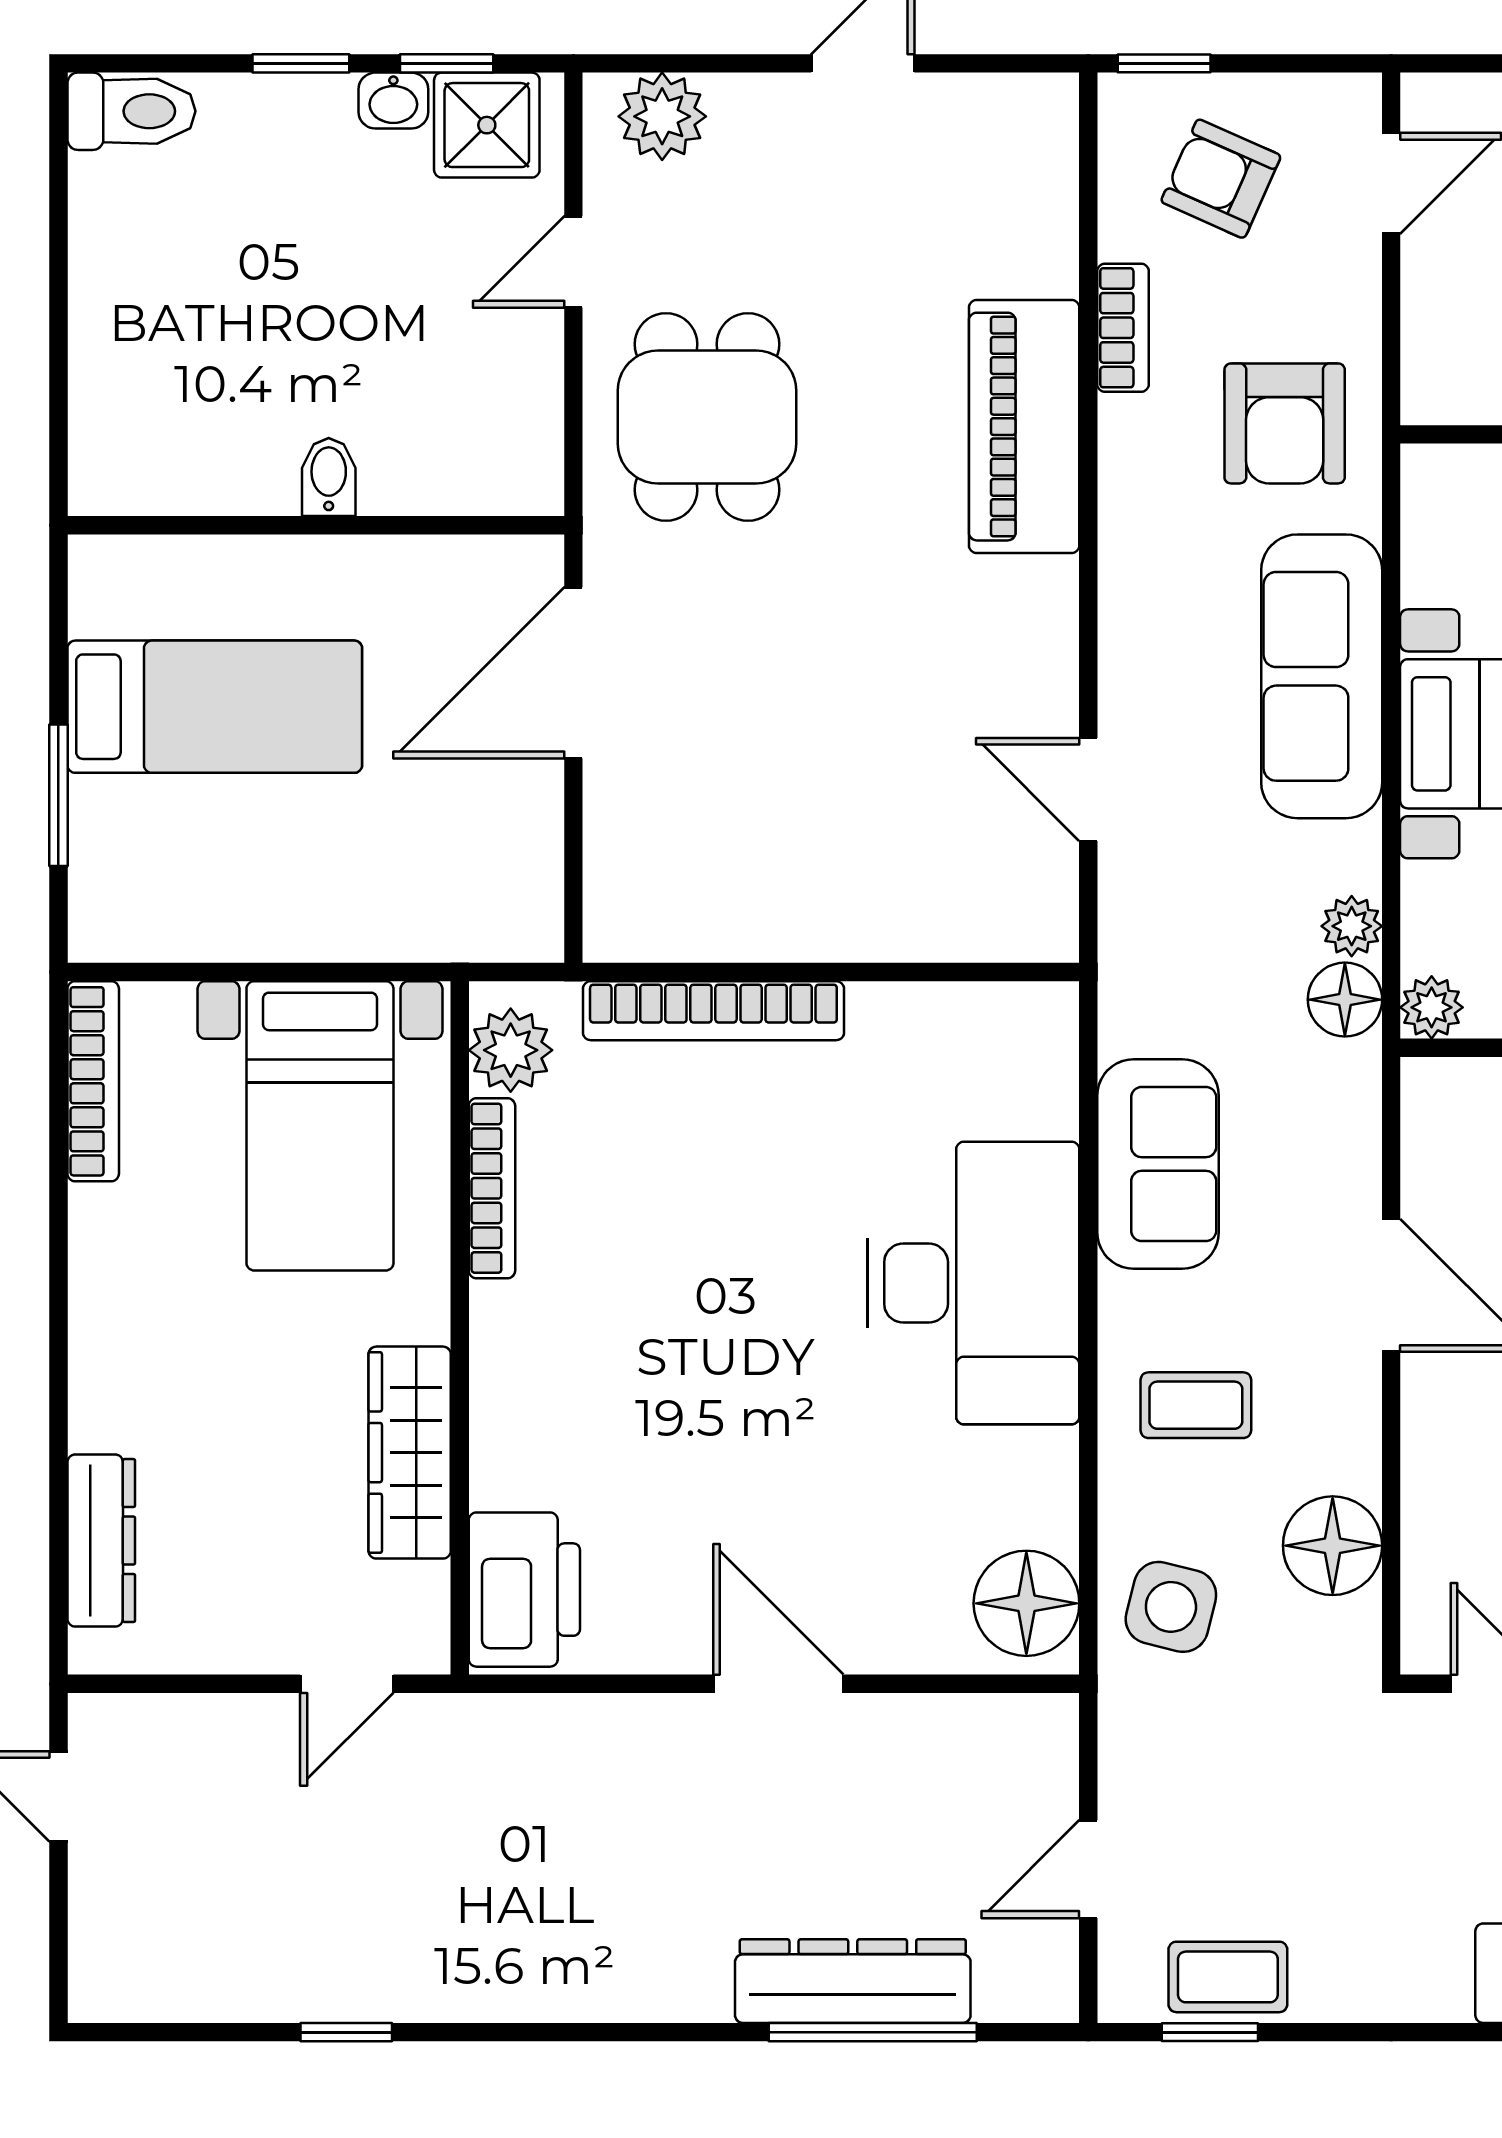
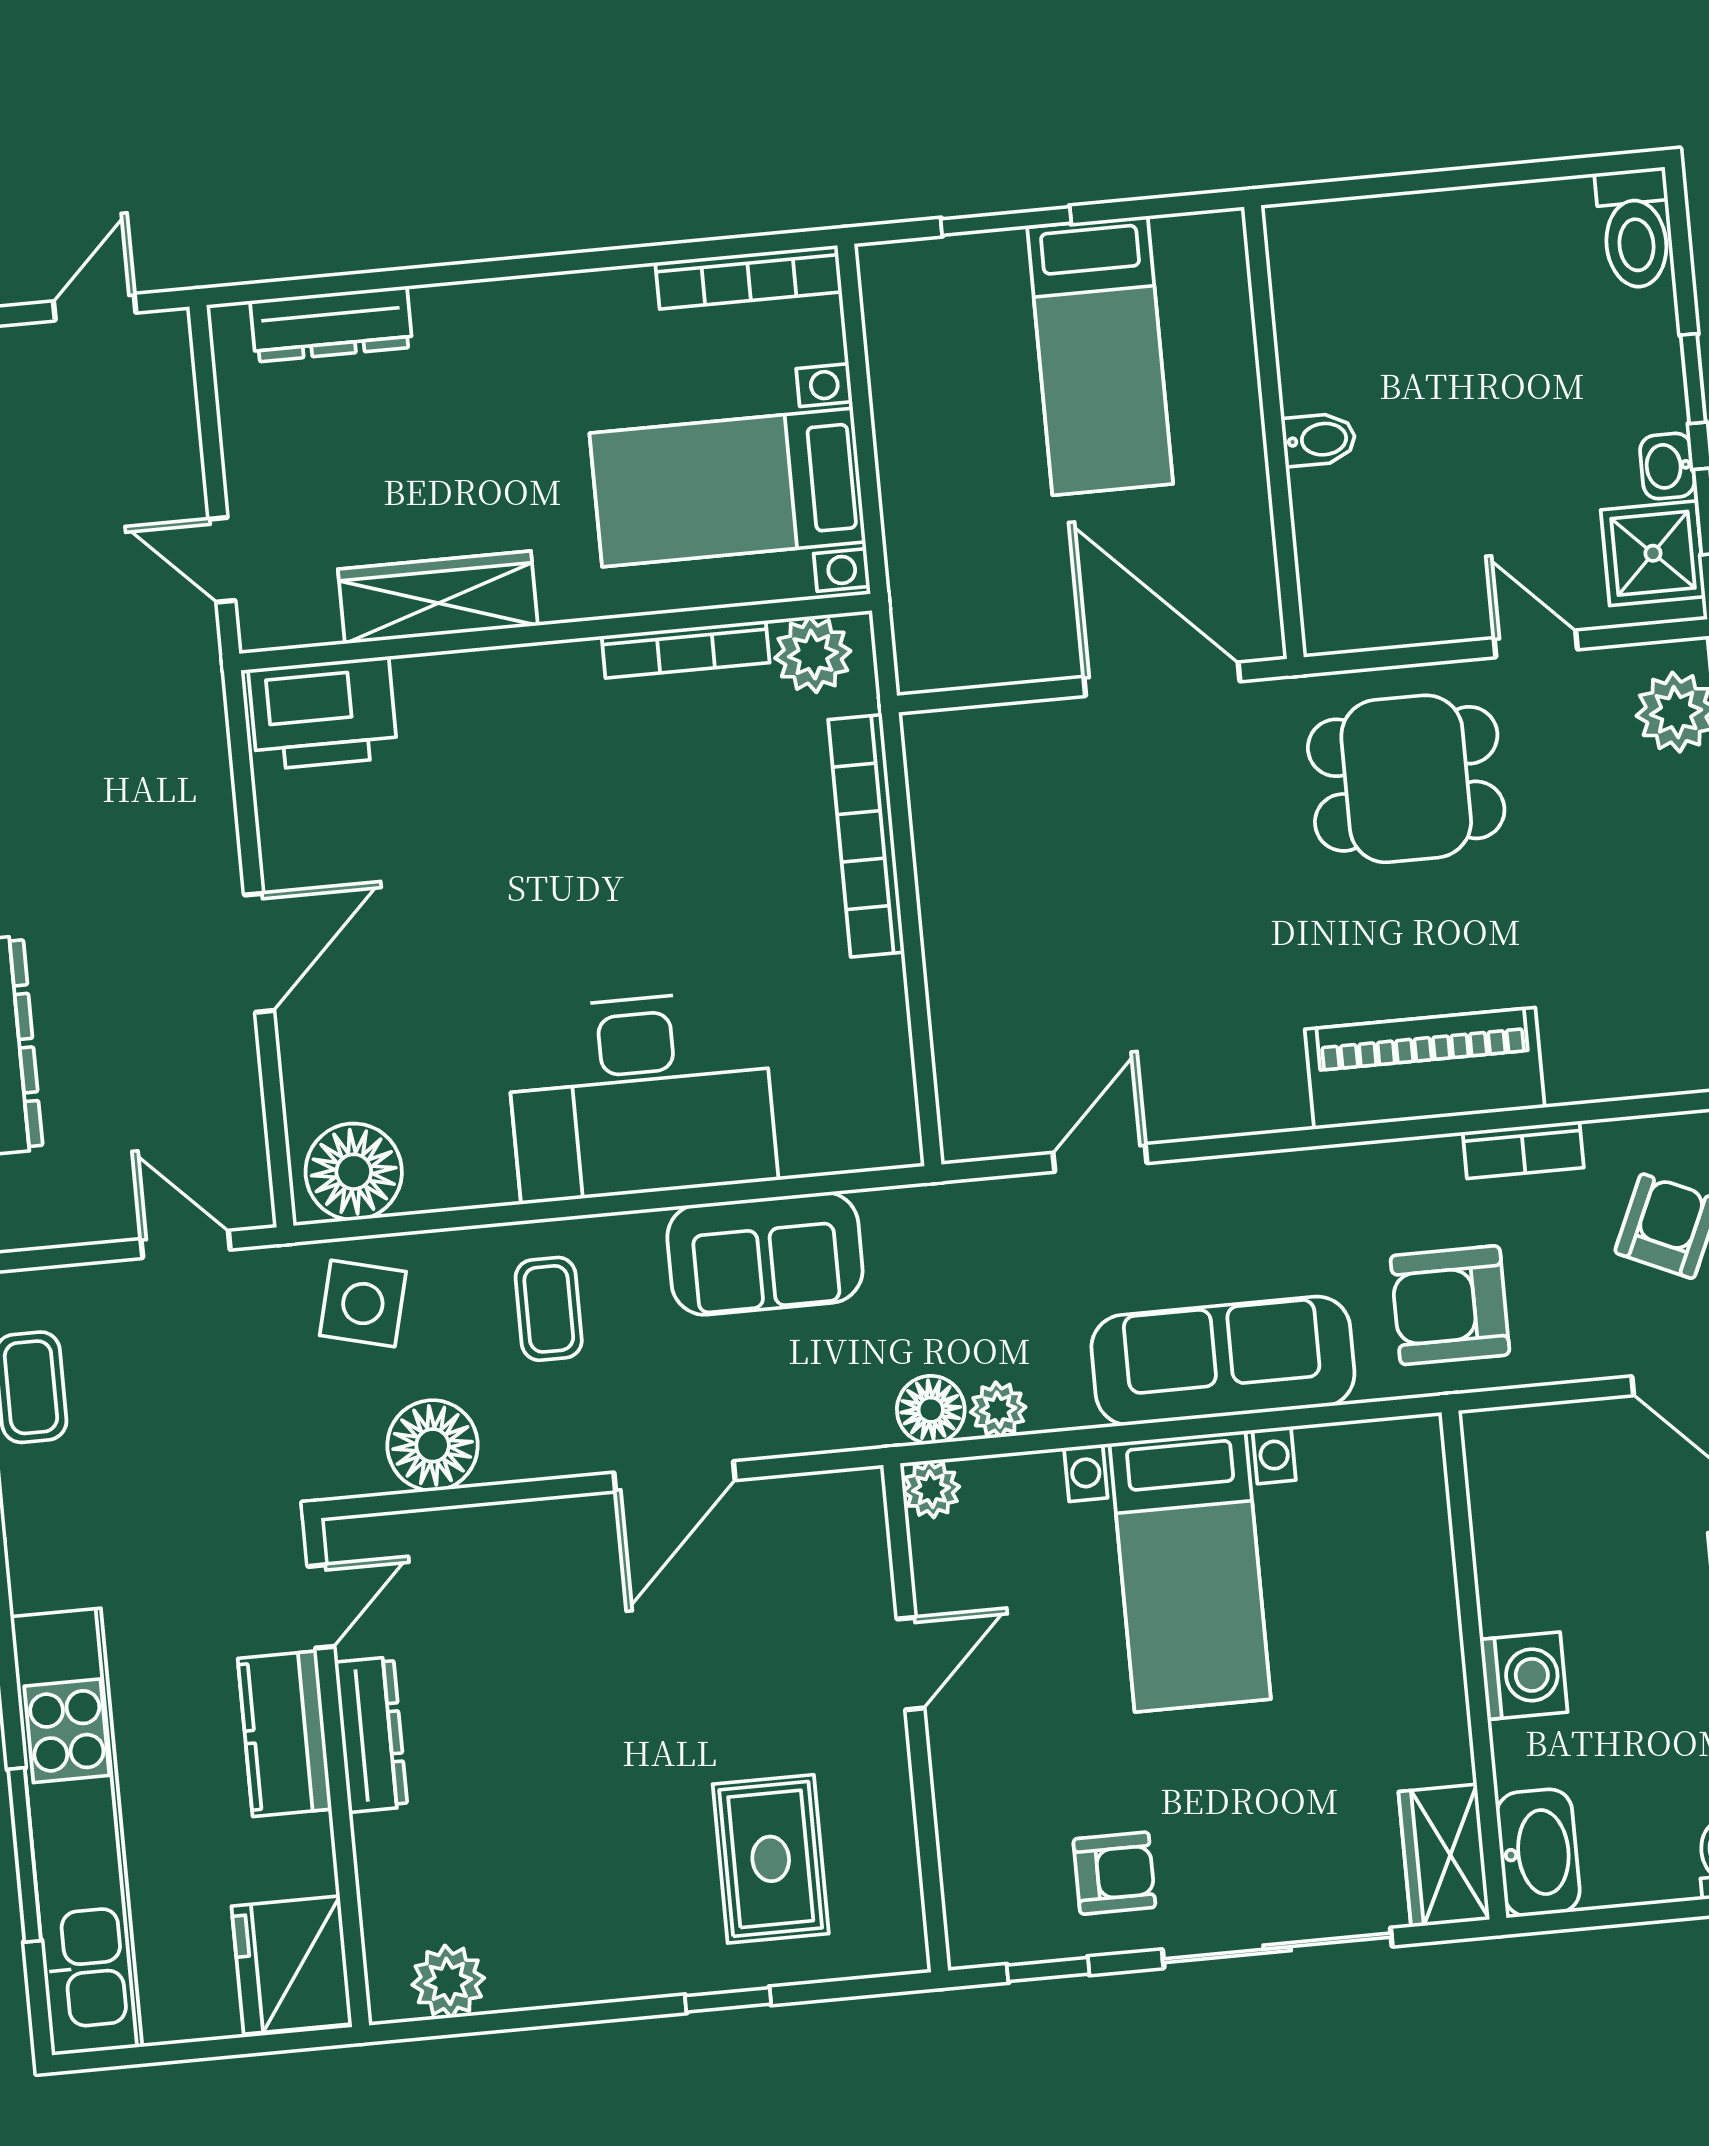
door: (1088, 1869) -> (186, 1244), moved

